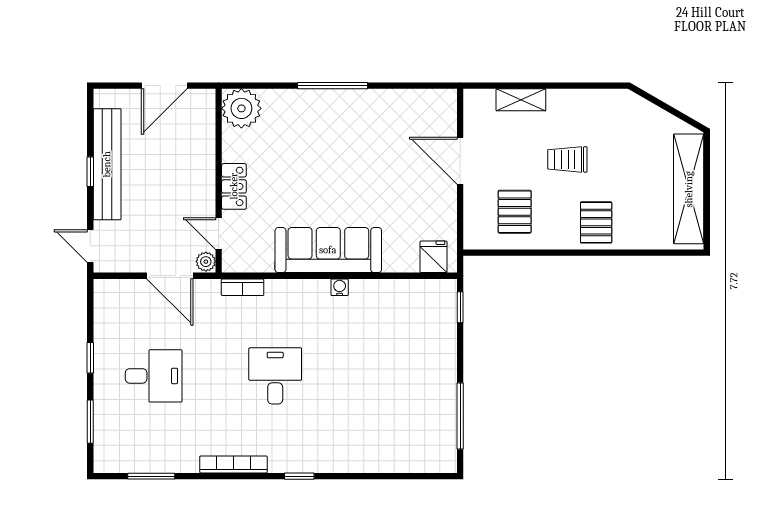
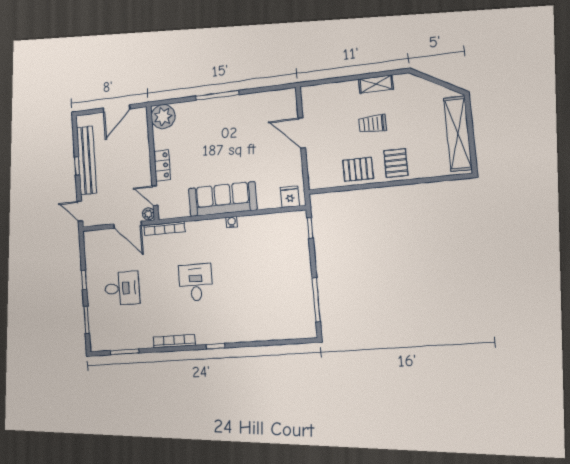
shelving: (521, 100) -> (376, 84), moved
pallet: (515, 212) -> (358, 169), moved, turned 90
bookcase: (243, 287) -> (164, 229), width x1.56

